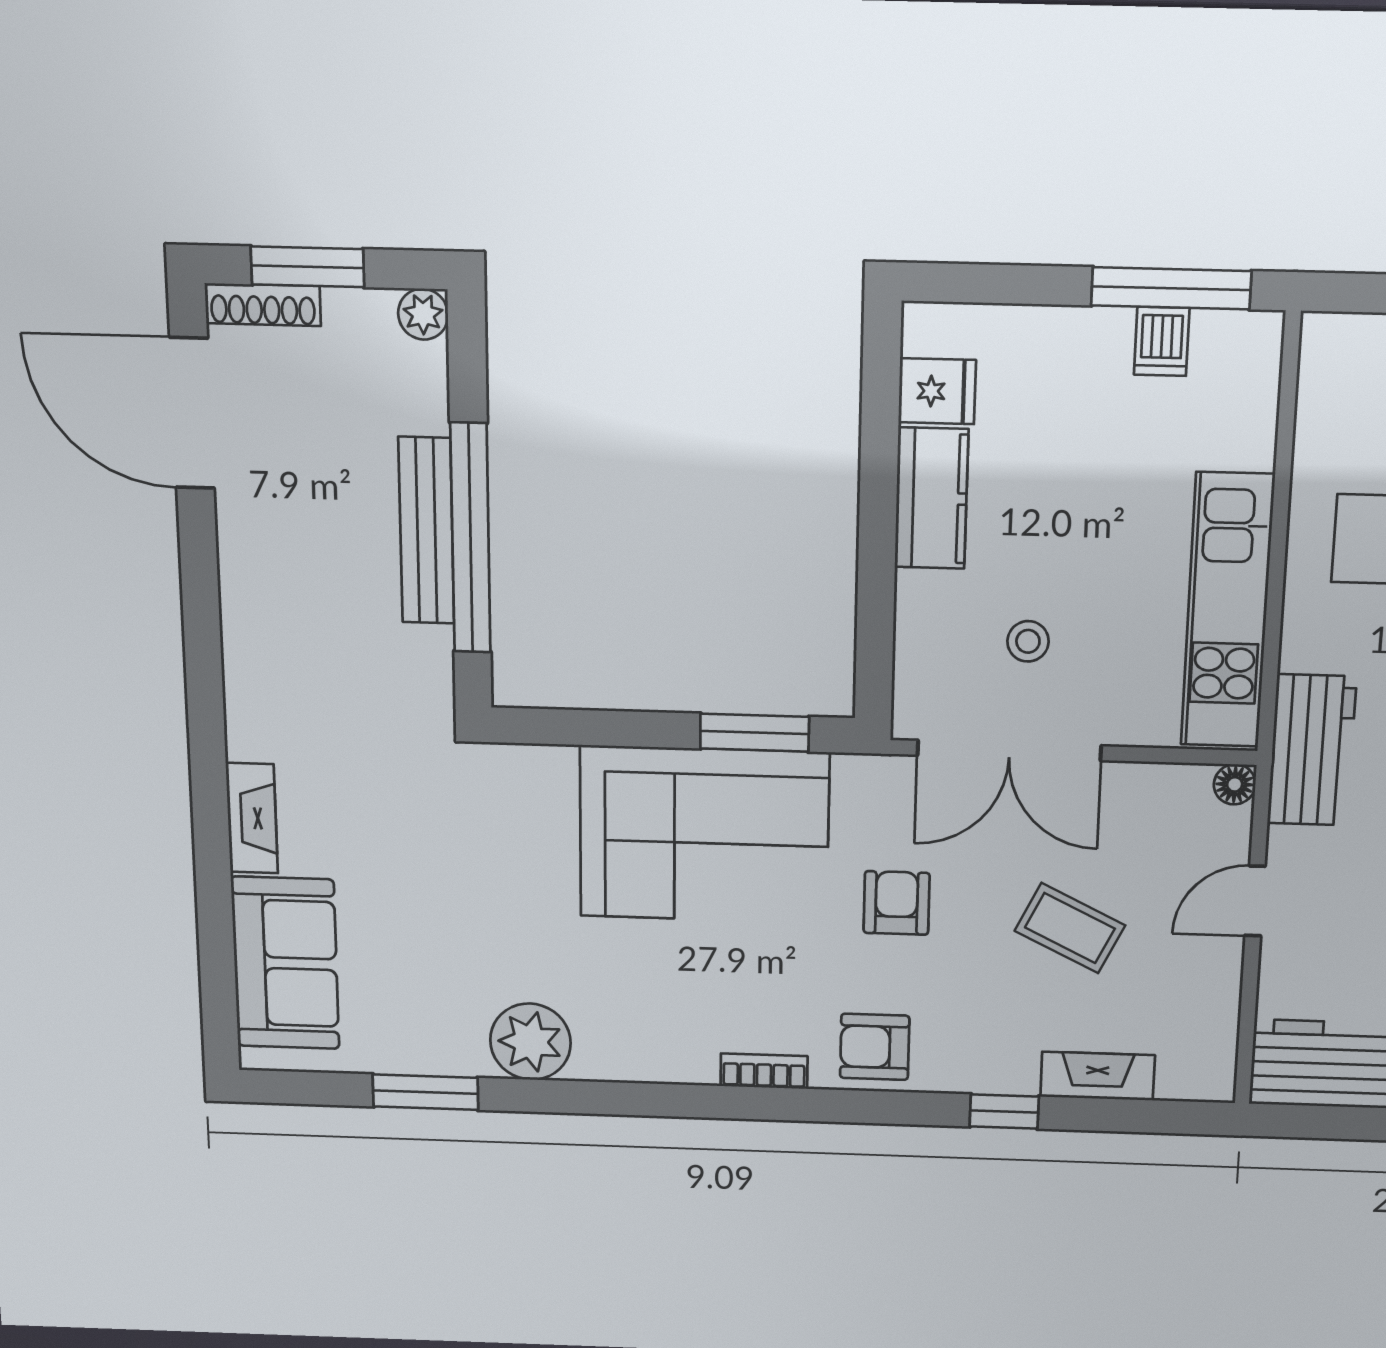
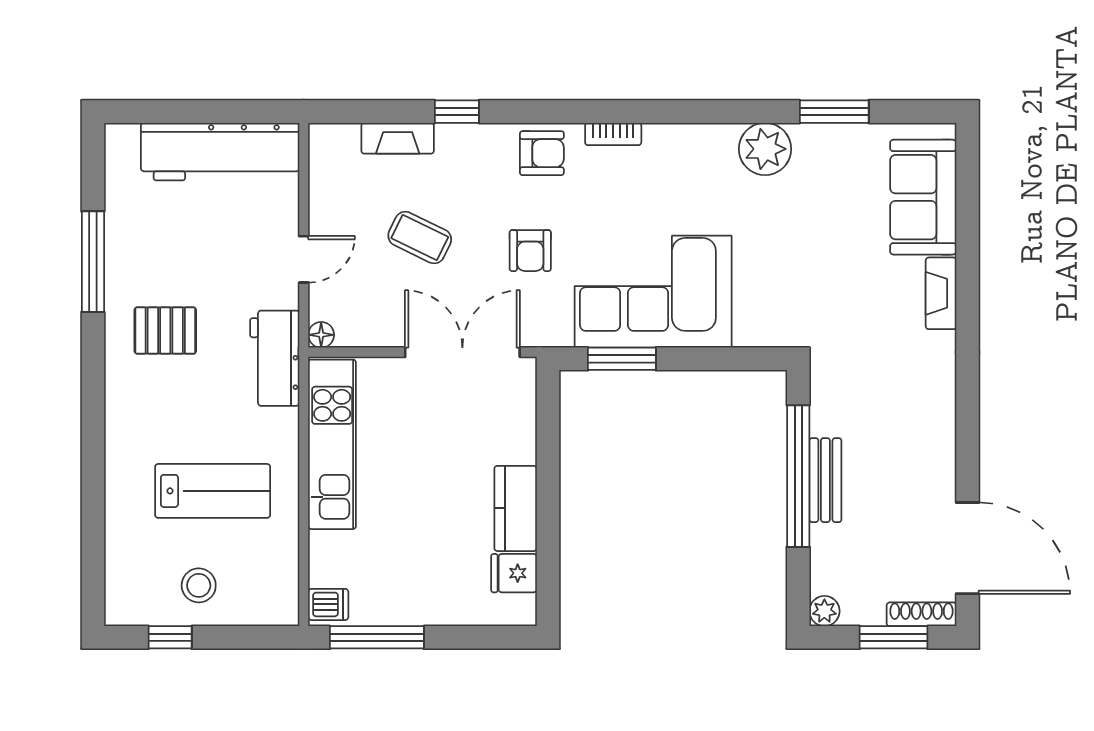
dishwasher: (1162, 341) -> (328, 604), moved, turned 90
bench: (426, 531) -> (825, 480), width x0.73
stool: (1028, 641) -> (453, 422), removed

